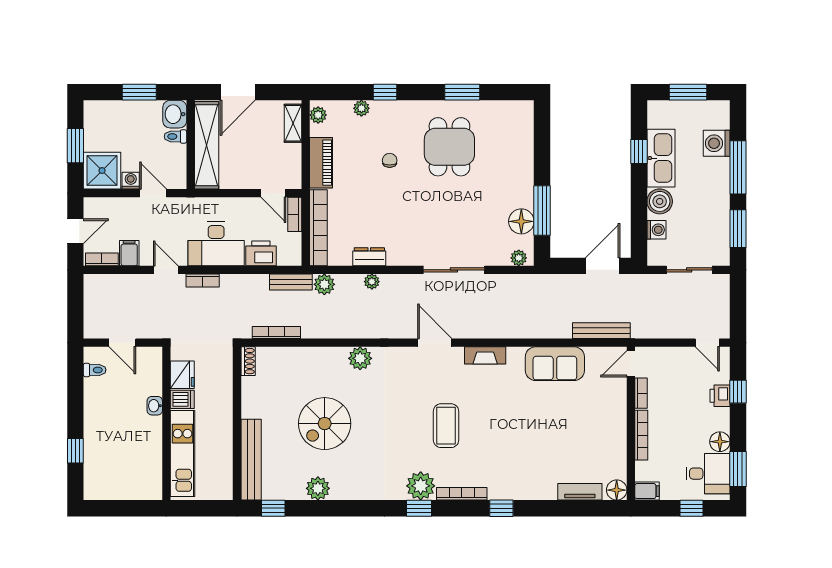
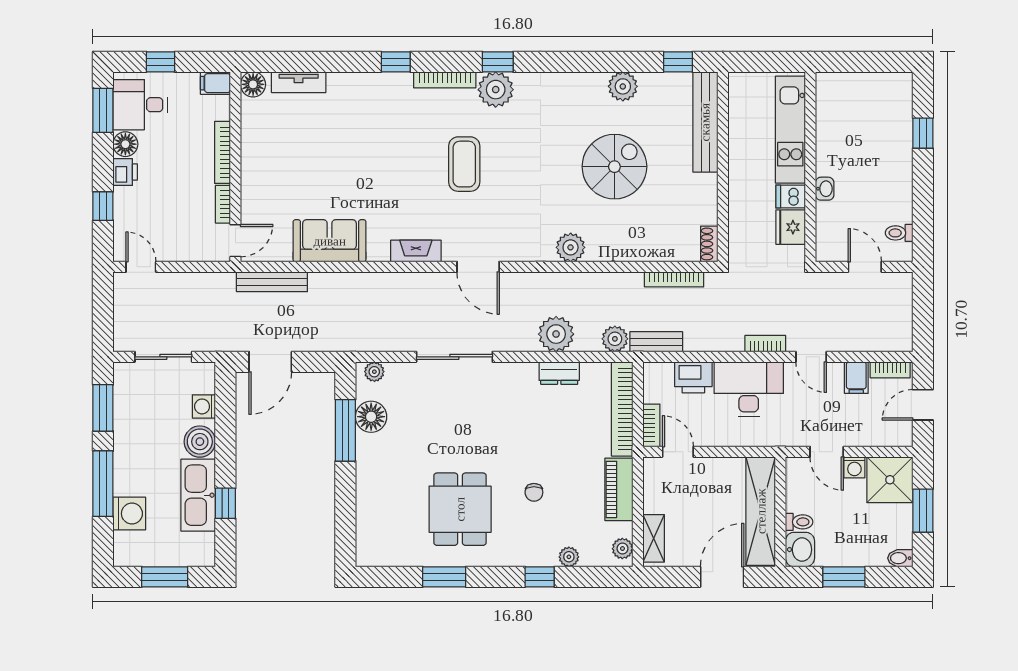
bidet: (94, 107) -> (900, 558), added
plant: (372, 282) -> (556, 334), width x1.88, depth x1.88
printer: (720, 396) -> (125, 172), moved

